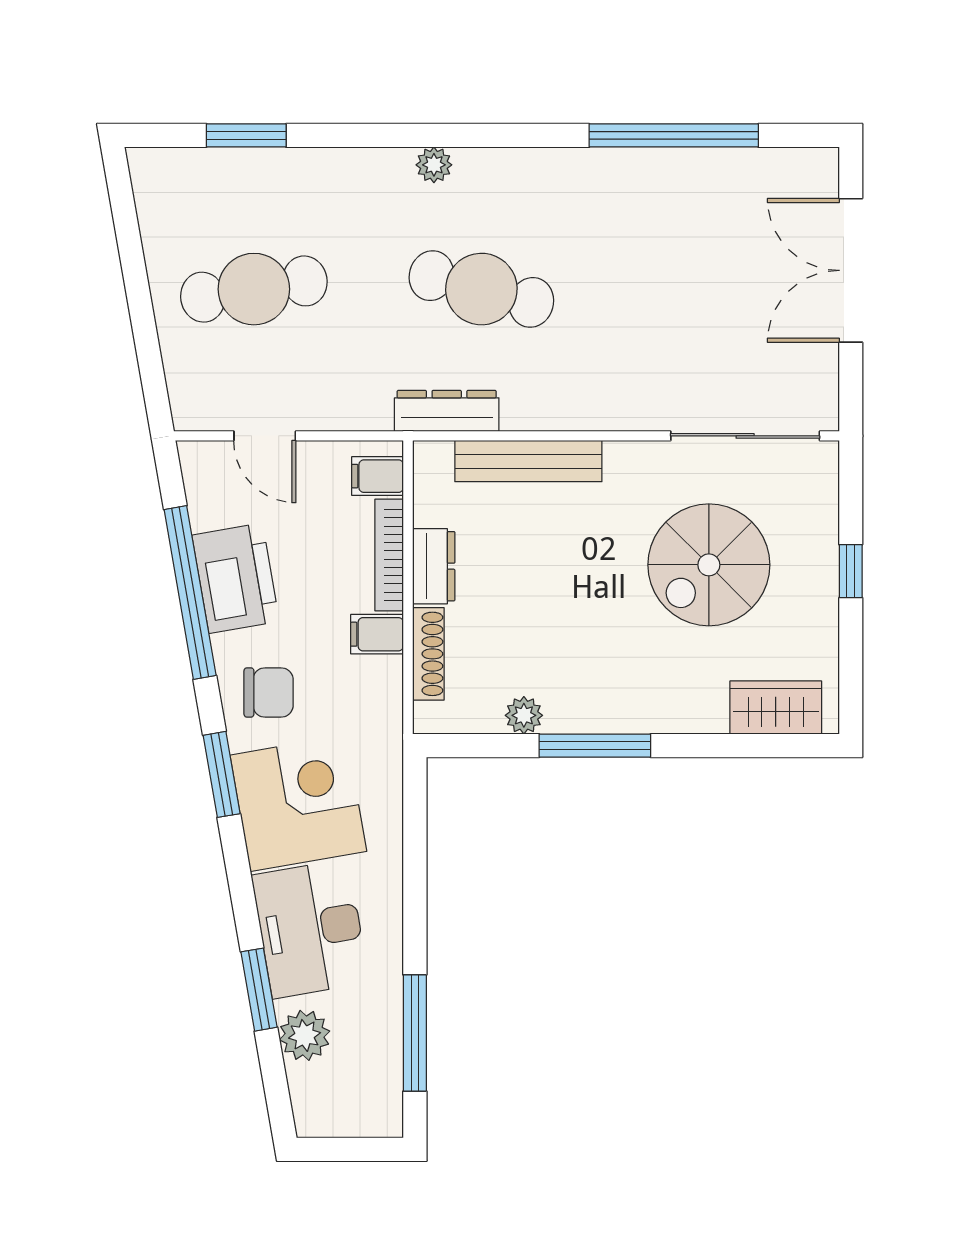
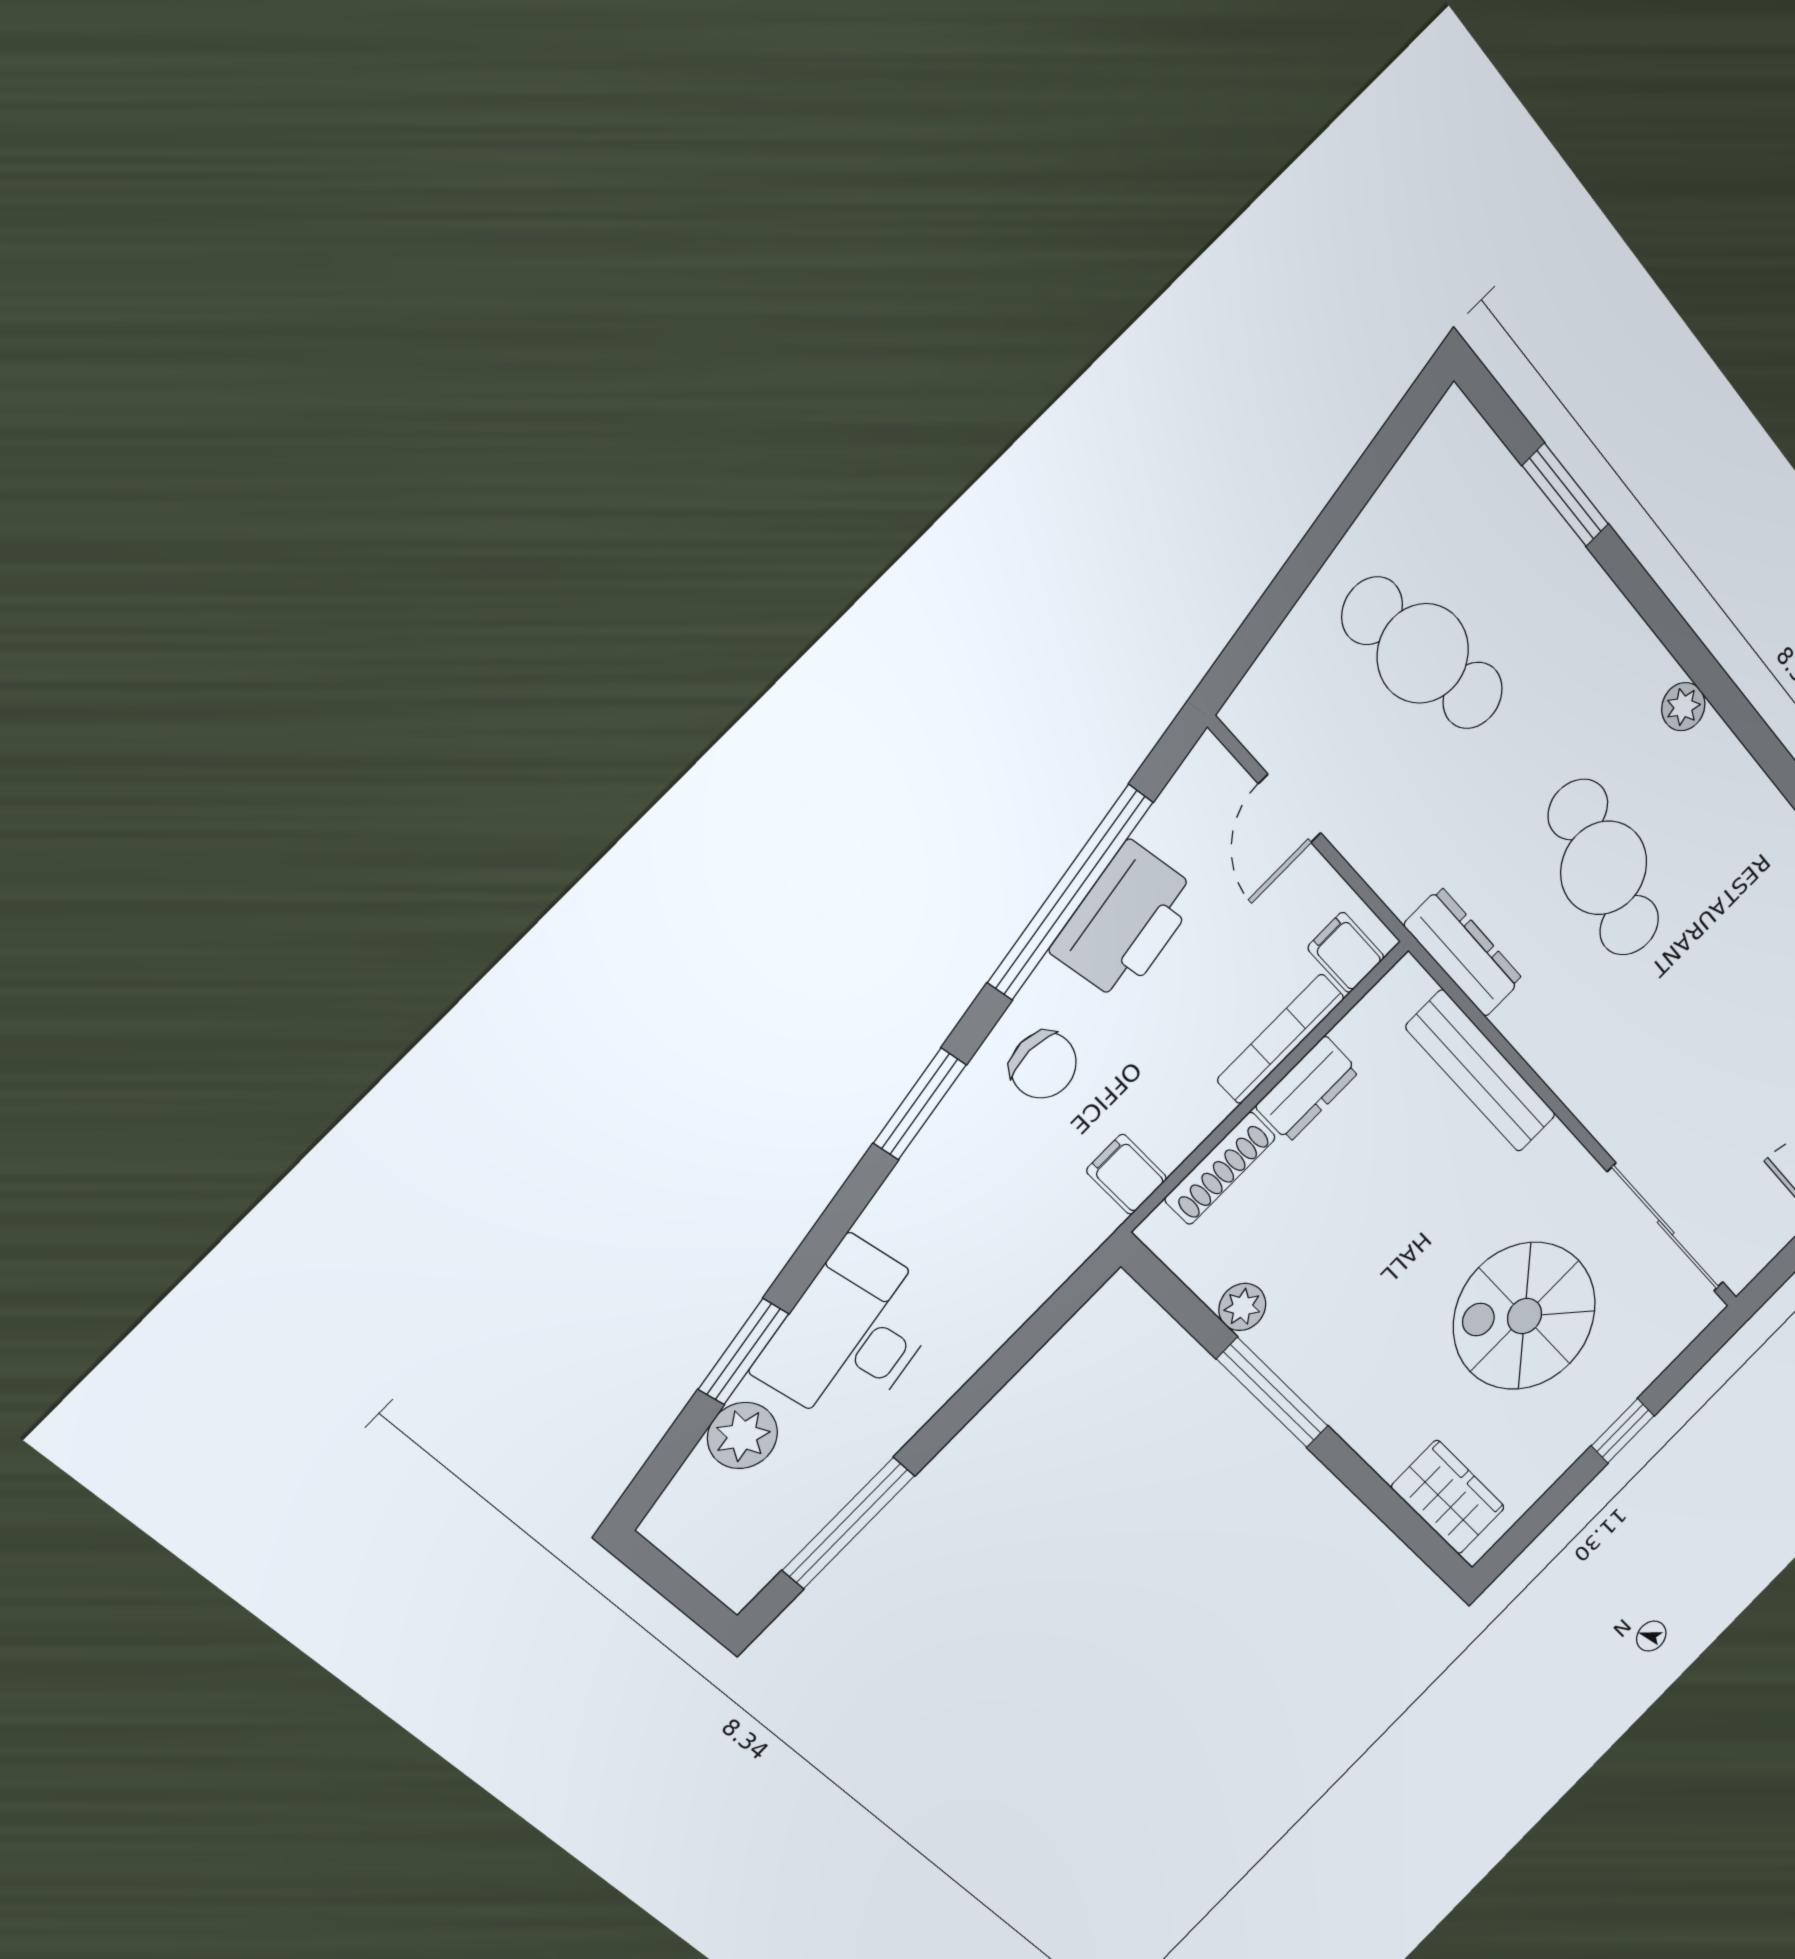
filing cabinet: (377, 634) -> (1127, 1174), moved
corner desk: (298, 803) -> (963, 1201), removed

